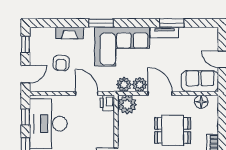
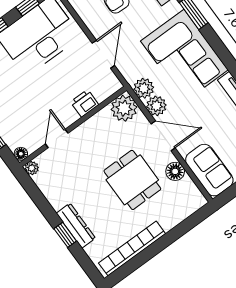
door: (160, 93) -> (163, 136), hinge flipped
floor lamp: (201, 102) -> (175, 171), moved
printer: (107, 103) -> (85, 103), moved

